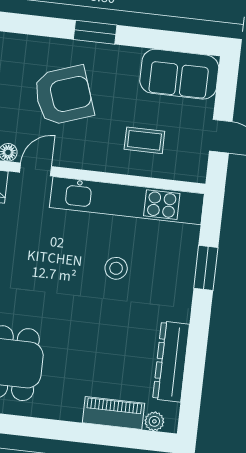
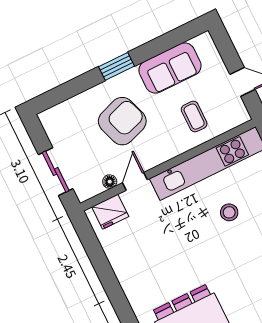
sofa: (179, 74) -> (170, 68), moved
coffee table: (144, 140) -> (194, 117), turned 90

